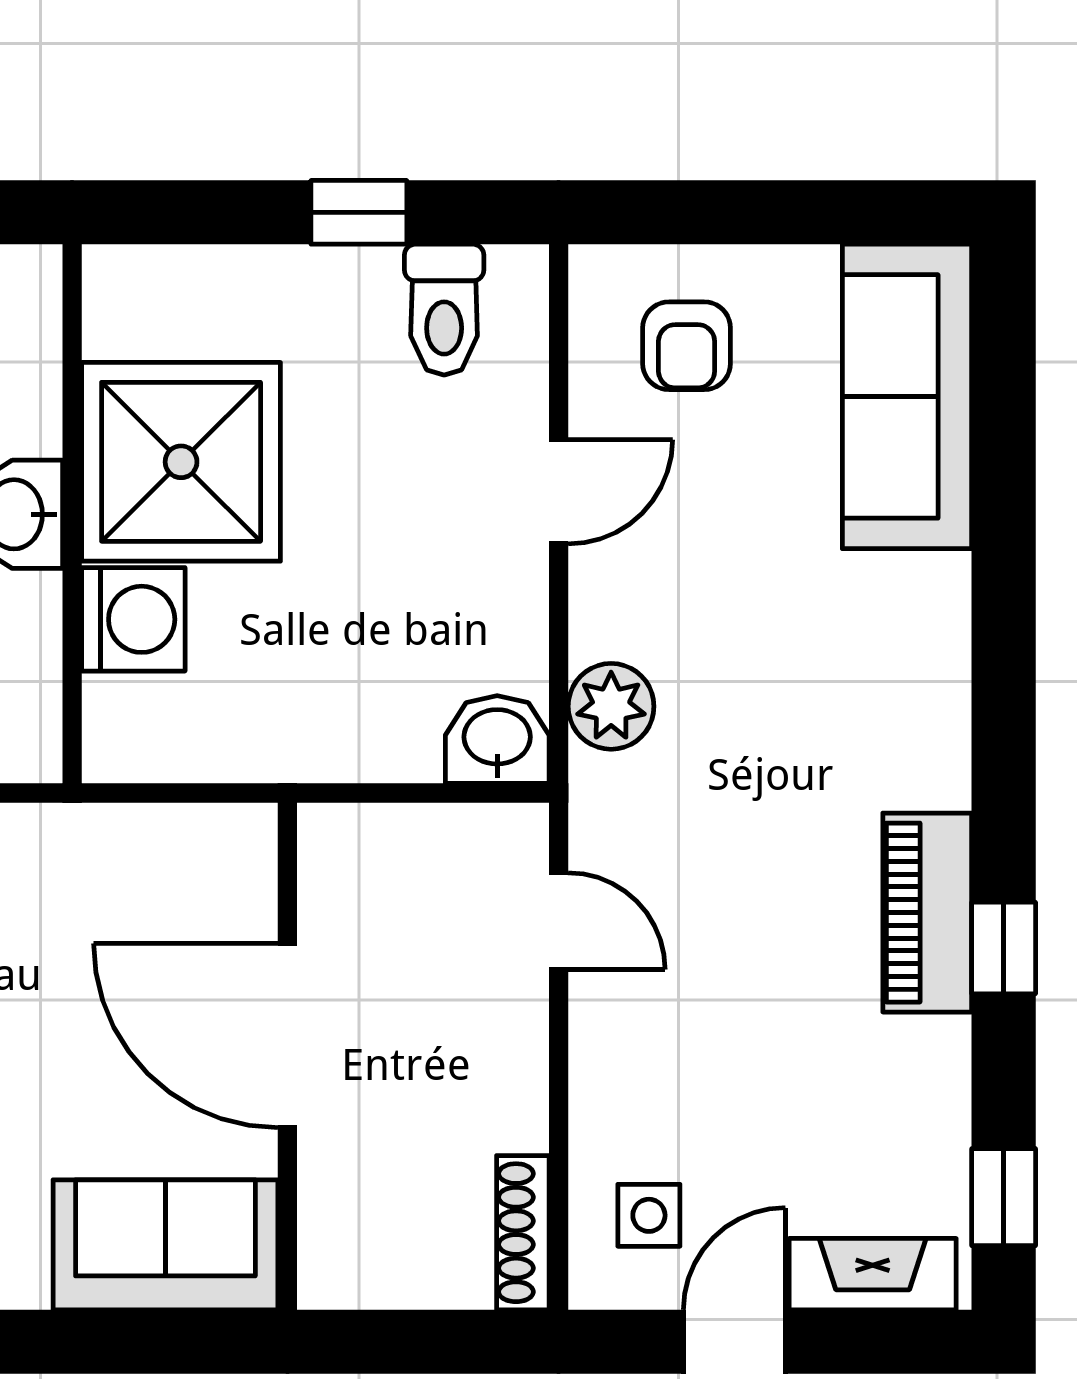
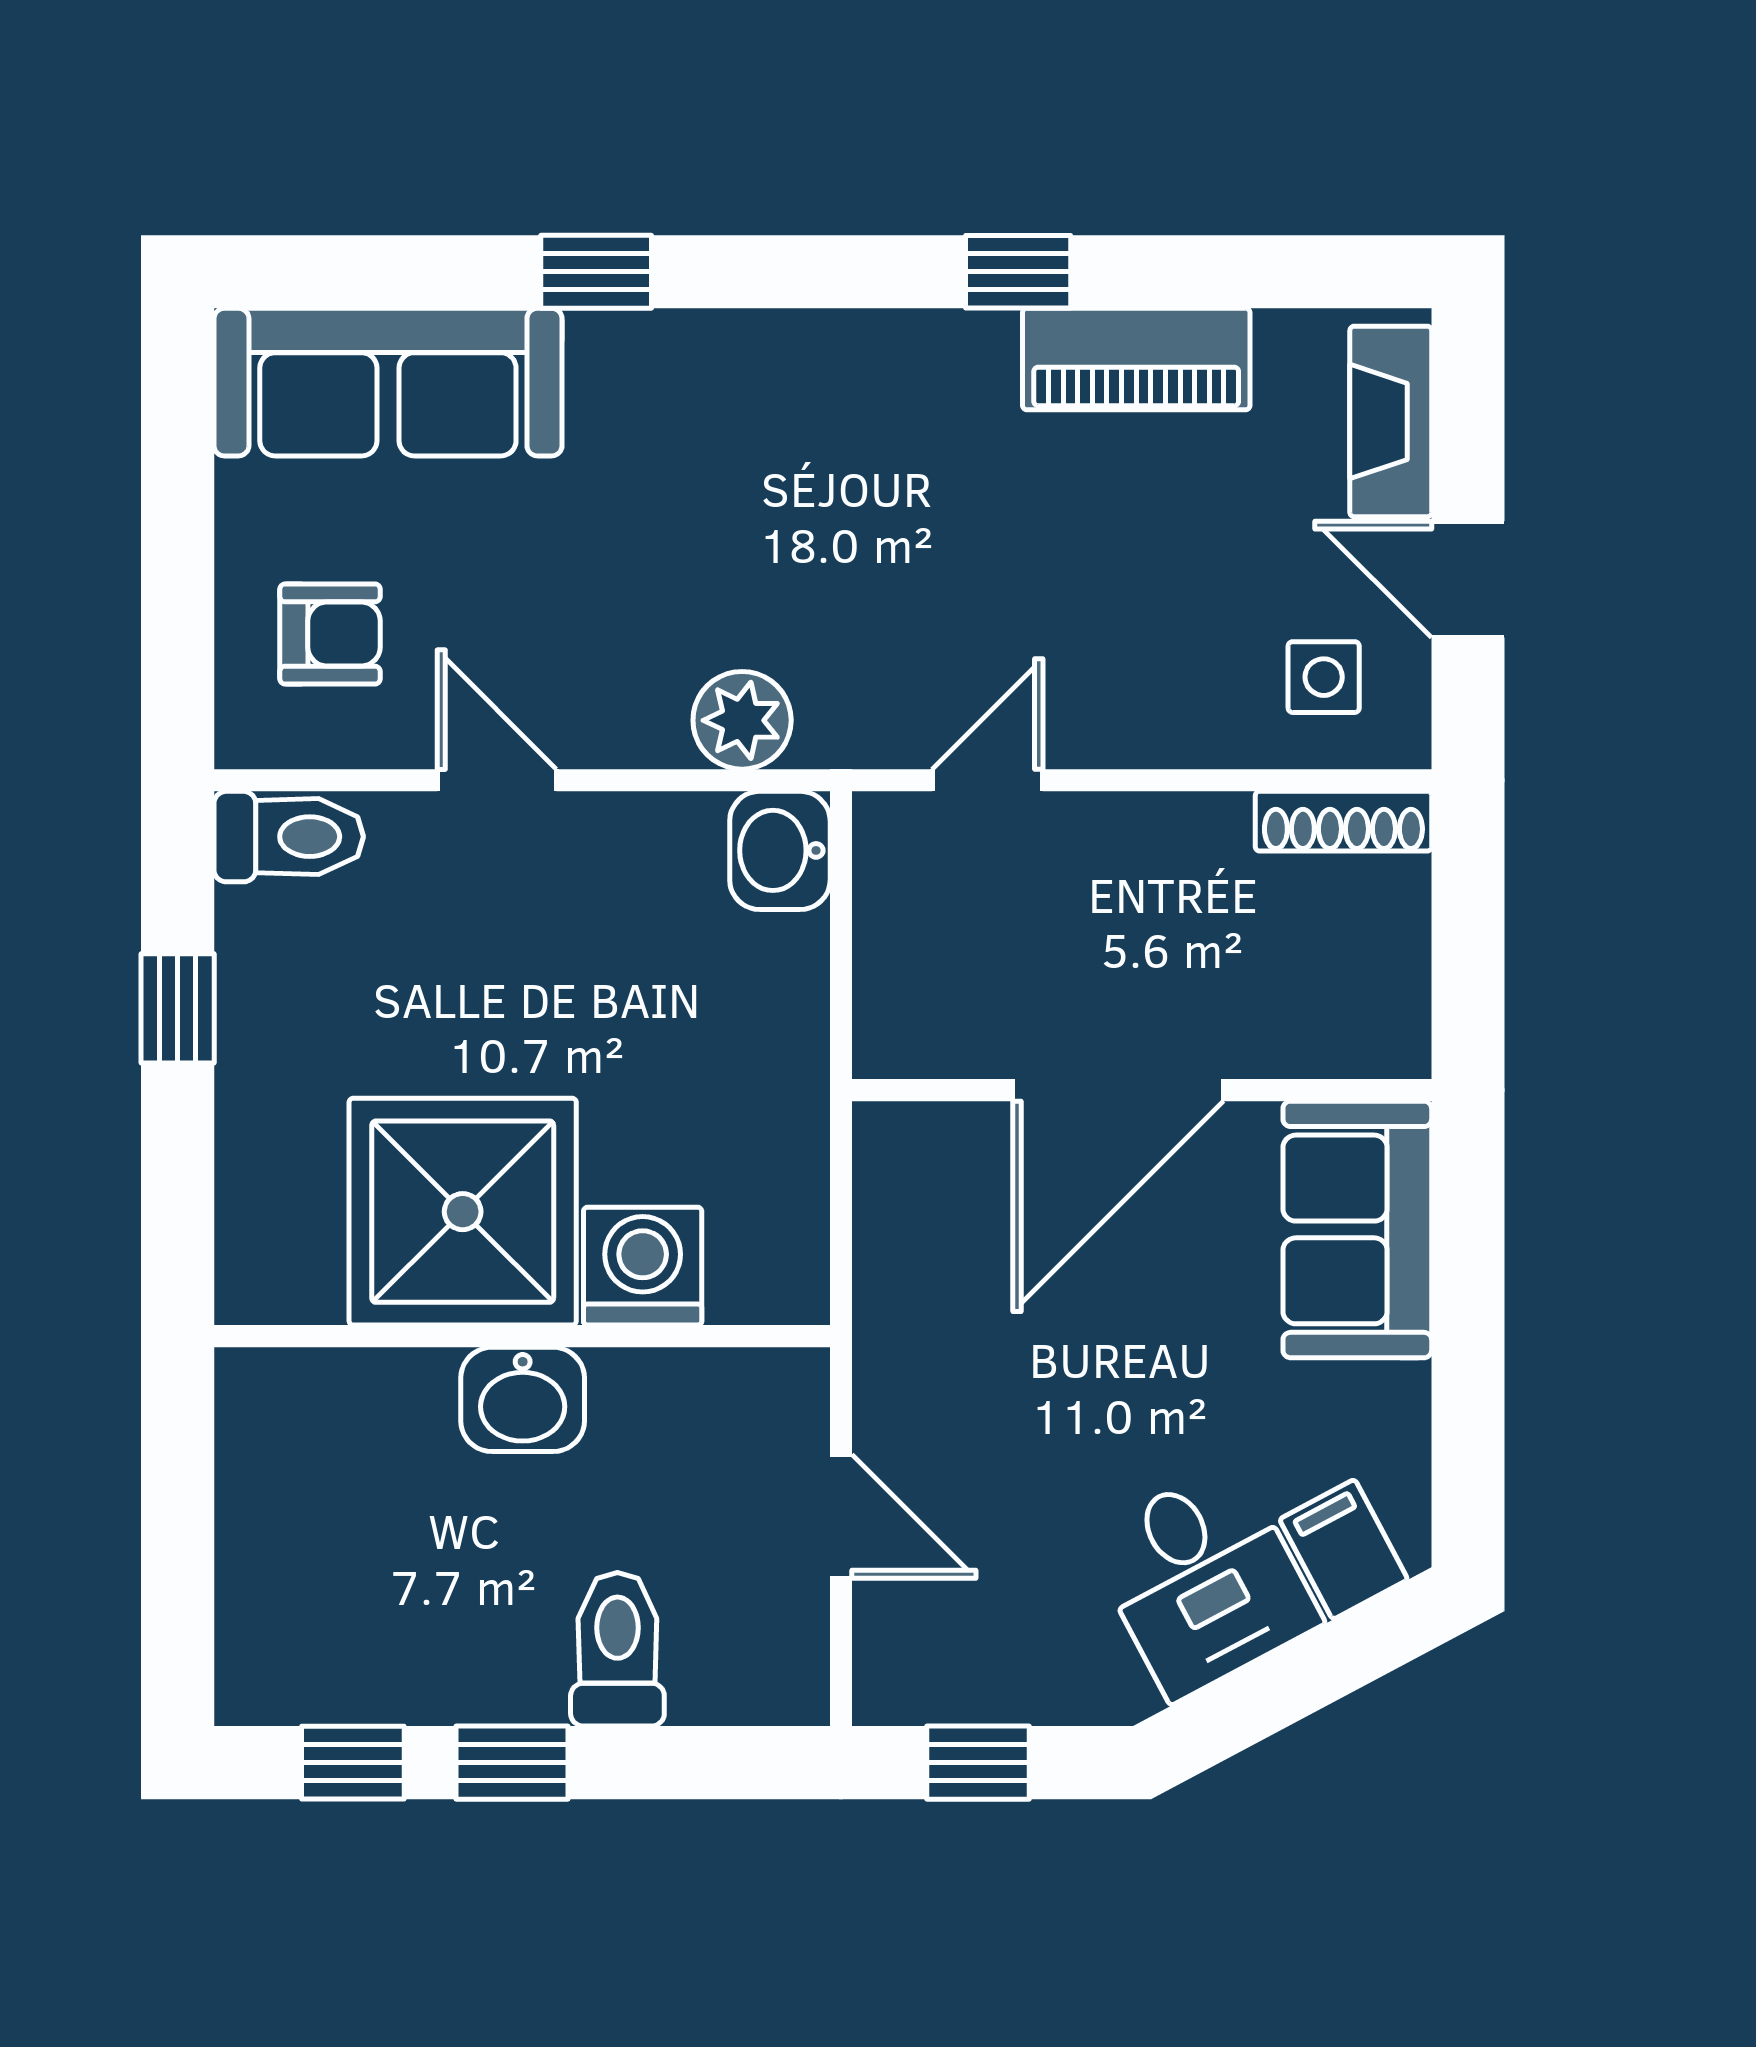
toilet: (444, 310) -> (289, 837), moved
piano: (927, 913) -> (1136, 359), moved
window: (1004, 1197) -> (596, 272), moved

